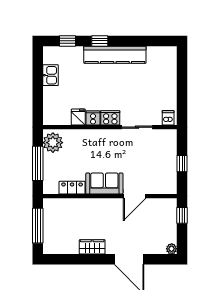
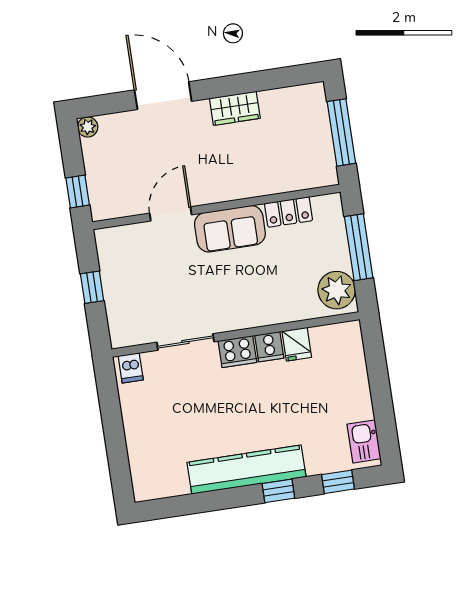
kitchen sink: (50, 75) -> (364, 441), moved

